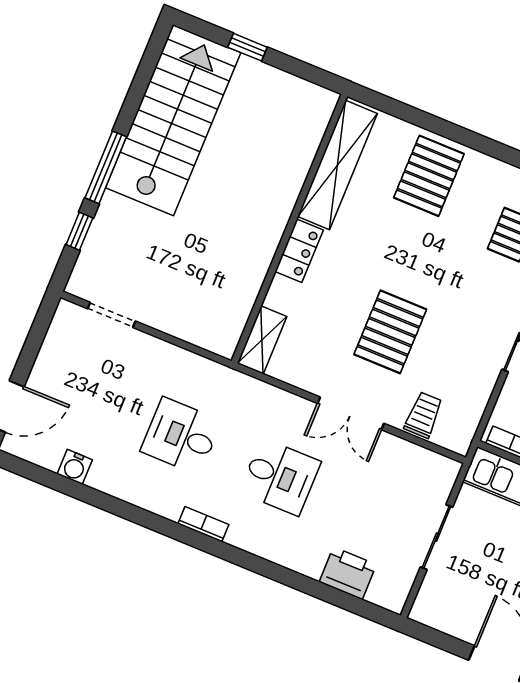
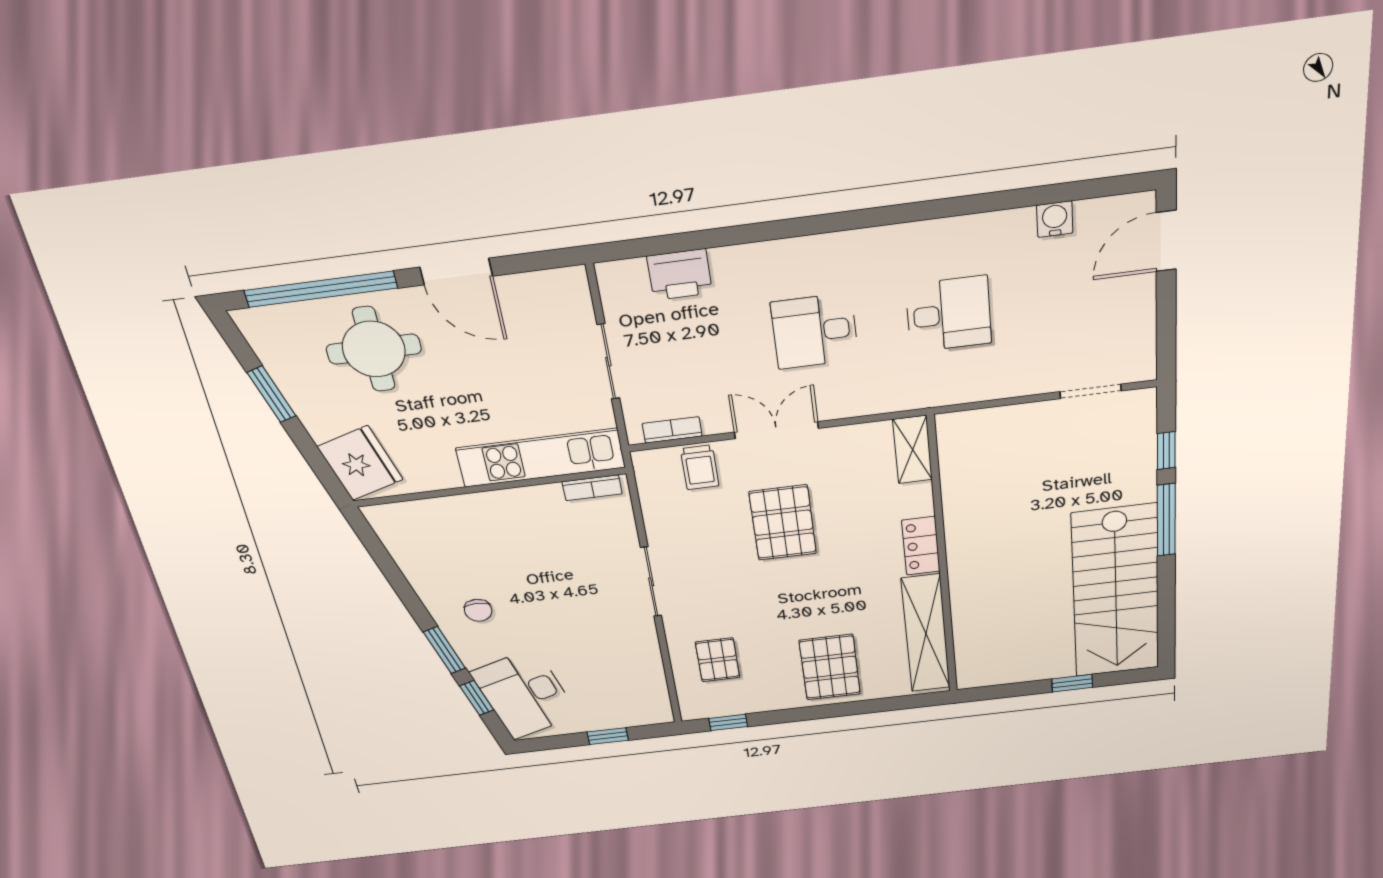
bookcase: (203, 524) -> (672, 430), moved, turned 180

